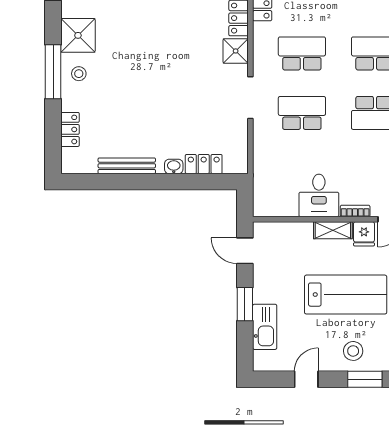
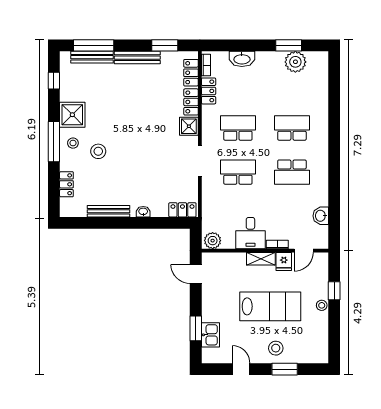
stool: (113, 85) -> (98, 151), added
locker: (204, 164) -> (182, 210), moved
plant: (268, 206) -> (213, 241), added
window: (245, 304) -> (196, 328), moved
kitchen sink: (265, 327) -> (210, 335), width x0.73
door: (306, 379) -> (241, 369), hinge flipped

